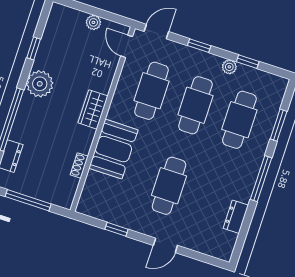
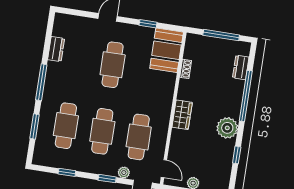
plant: (229, 67) -> (124, 173), moved
booth: (113, 149) -> (167, 50), moved

